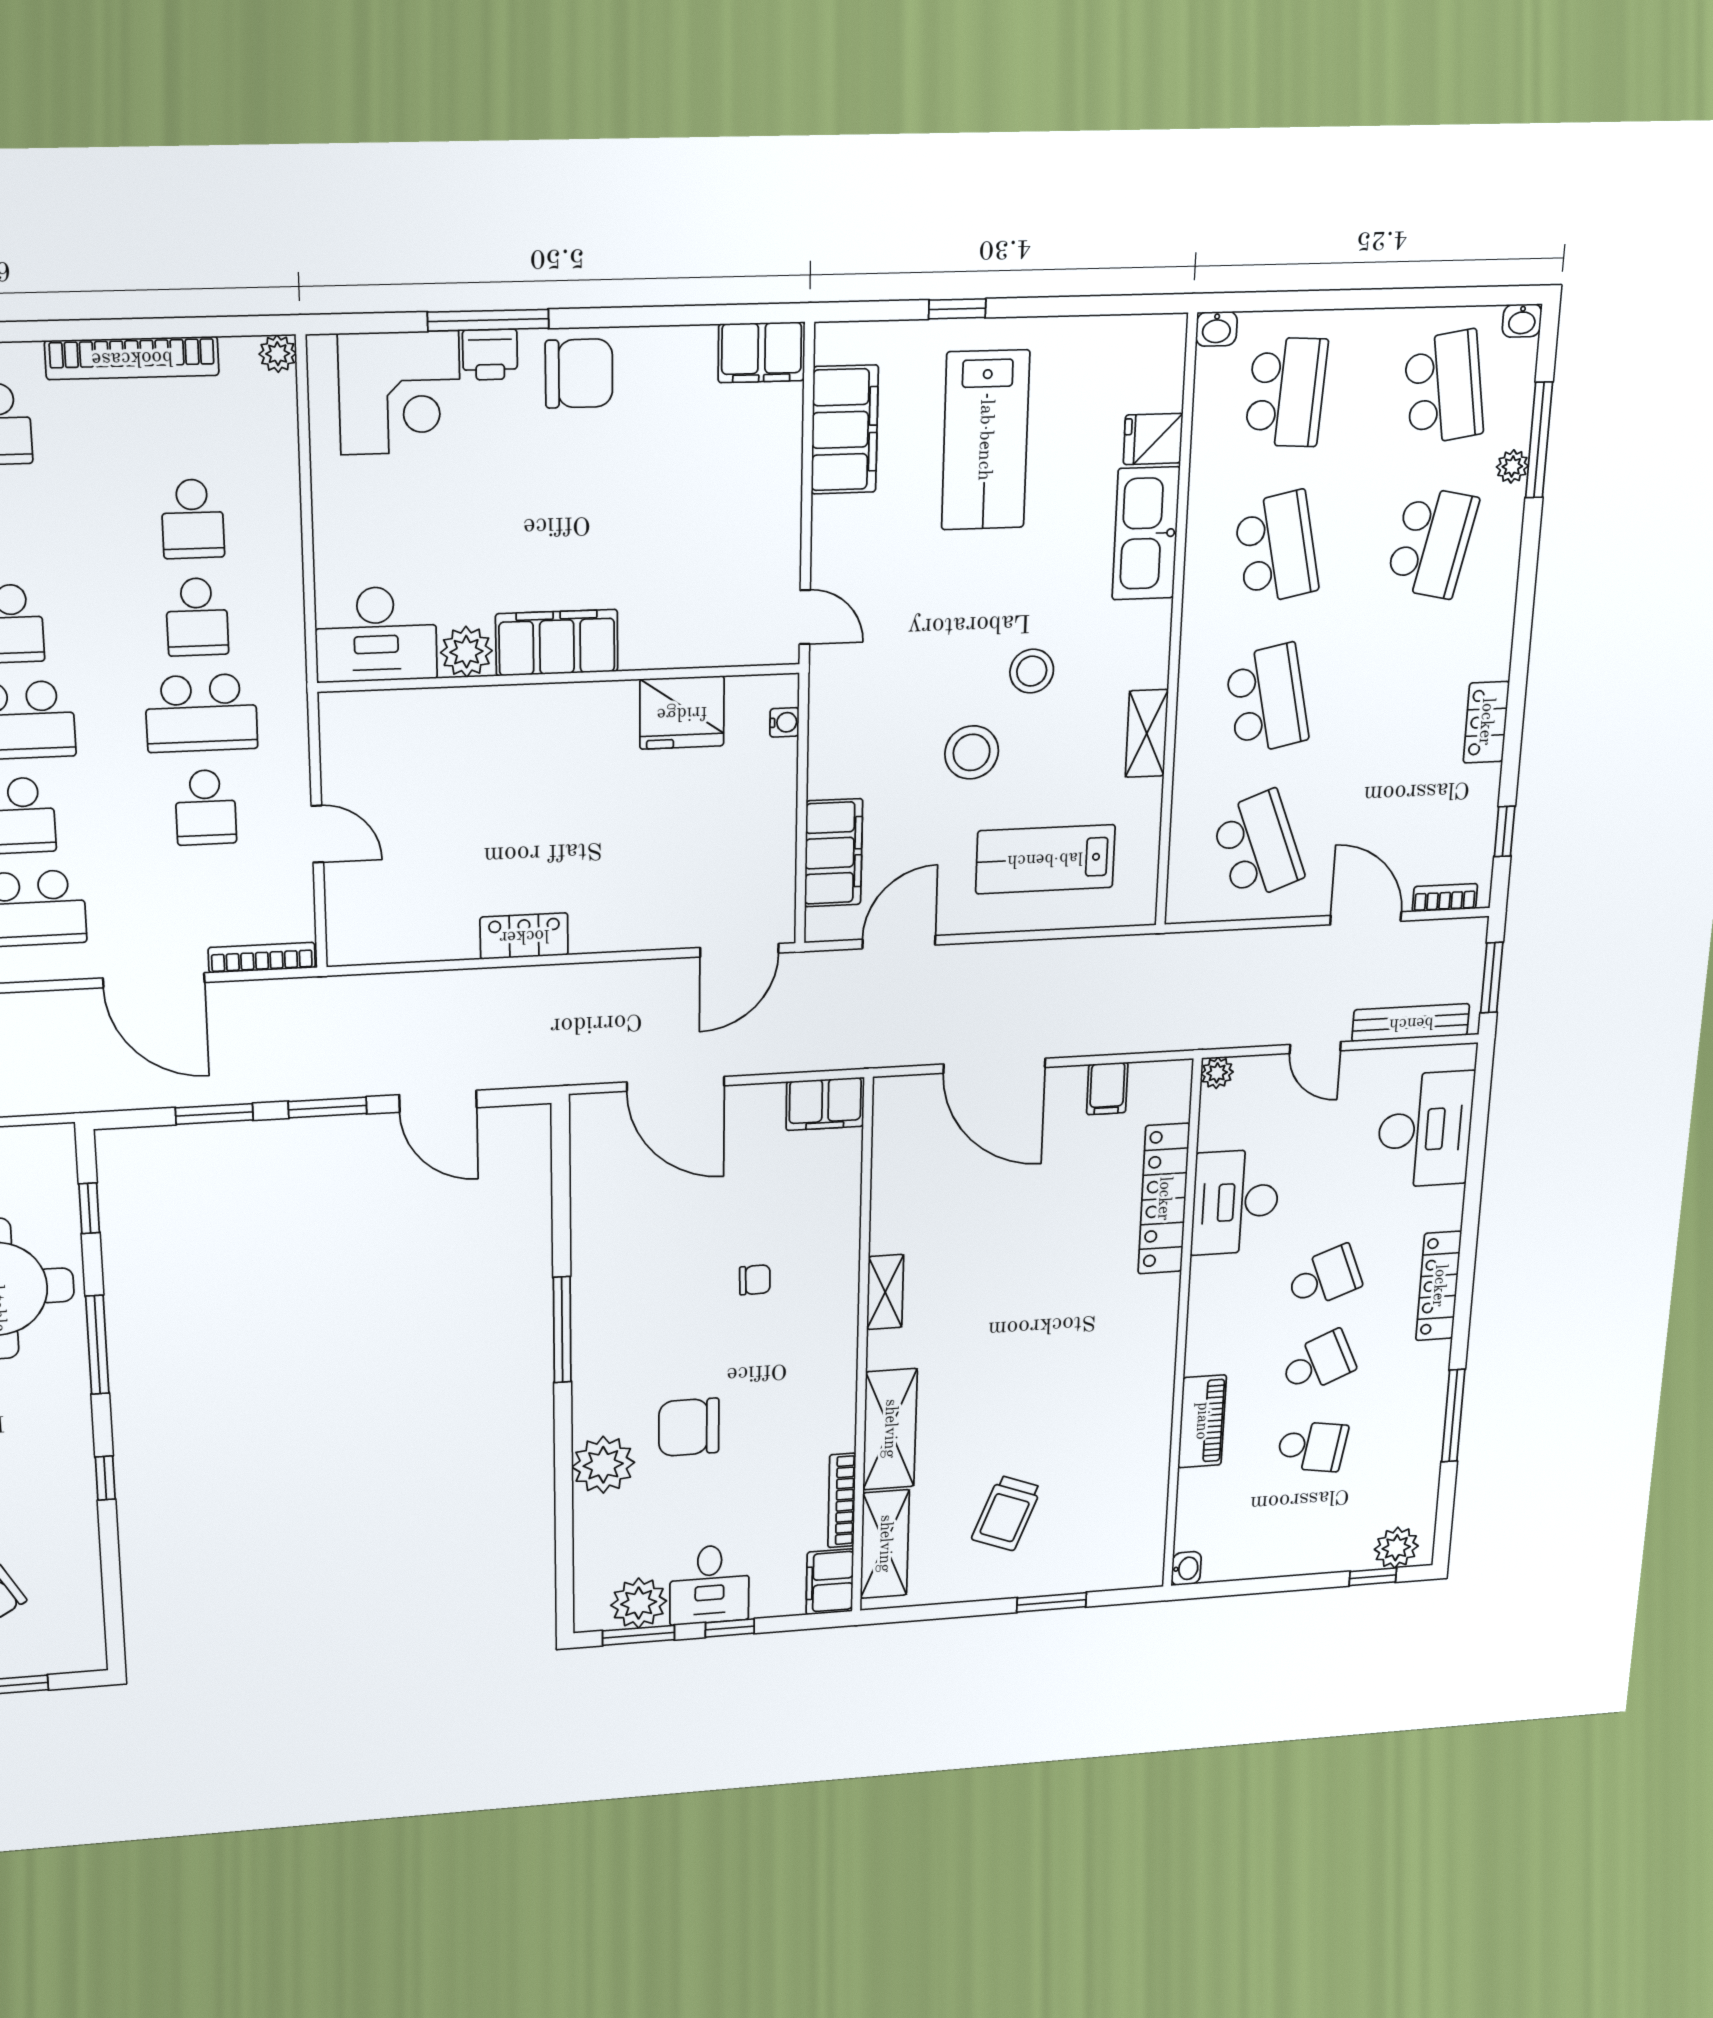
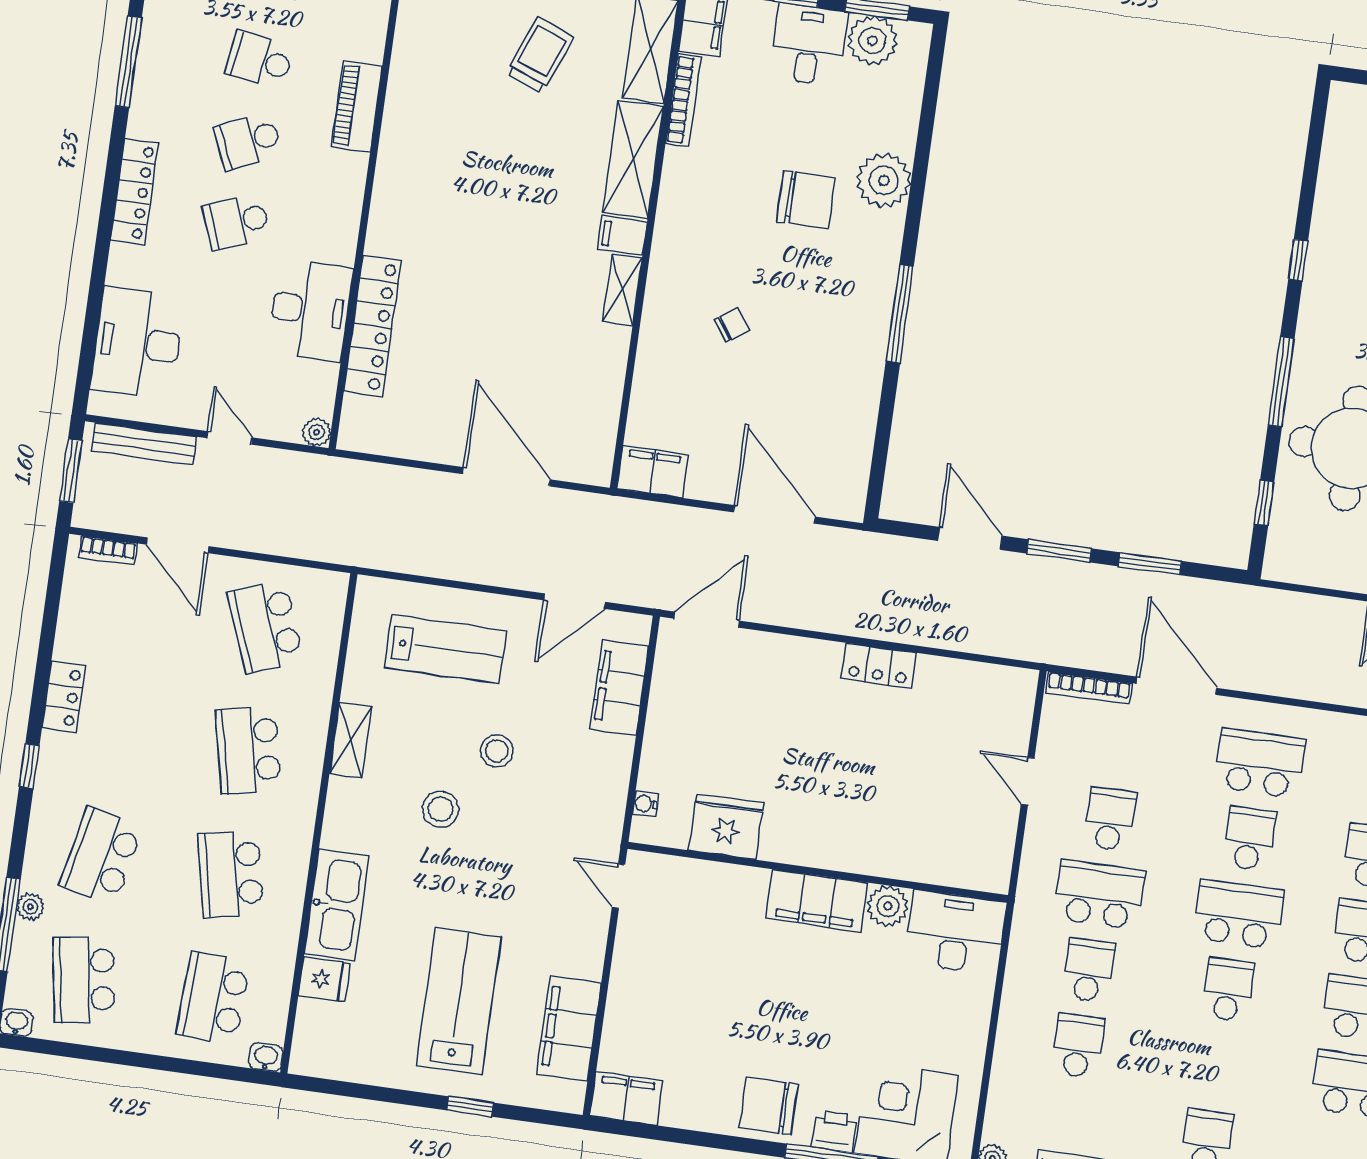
stool: (972, 752) -> (497, 751), width x0.73, depth x0.73
window: (1505, 831) -> (29, 766), moved
filing cabinet: (1107, 1089) -> (622, 235), moved, turned -90
chair: (755, 1280) -> (732, 325), turned 146

